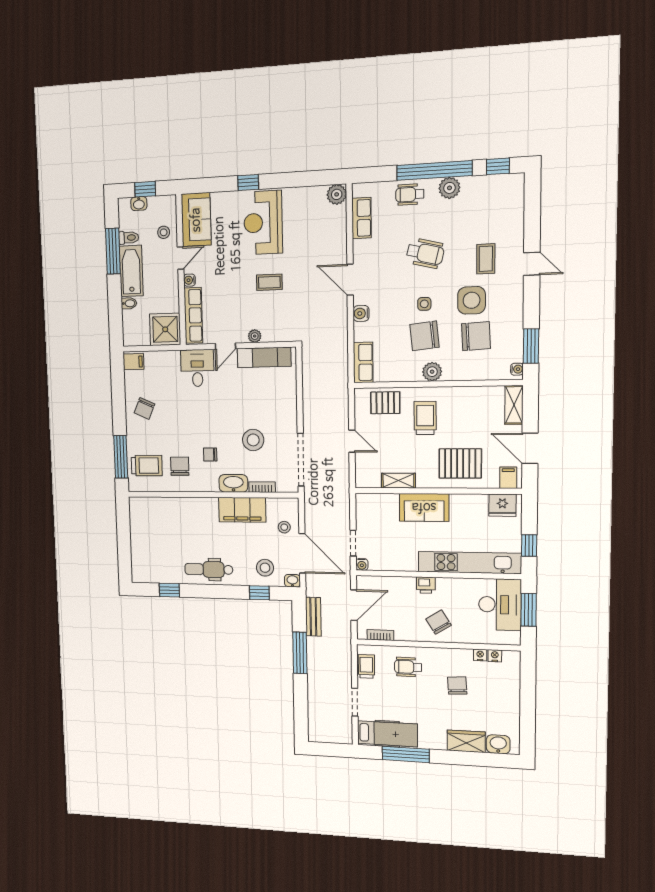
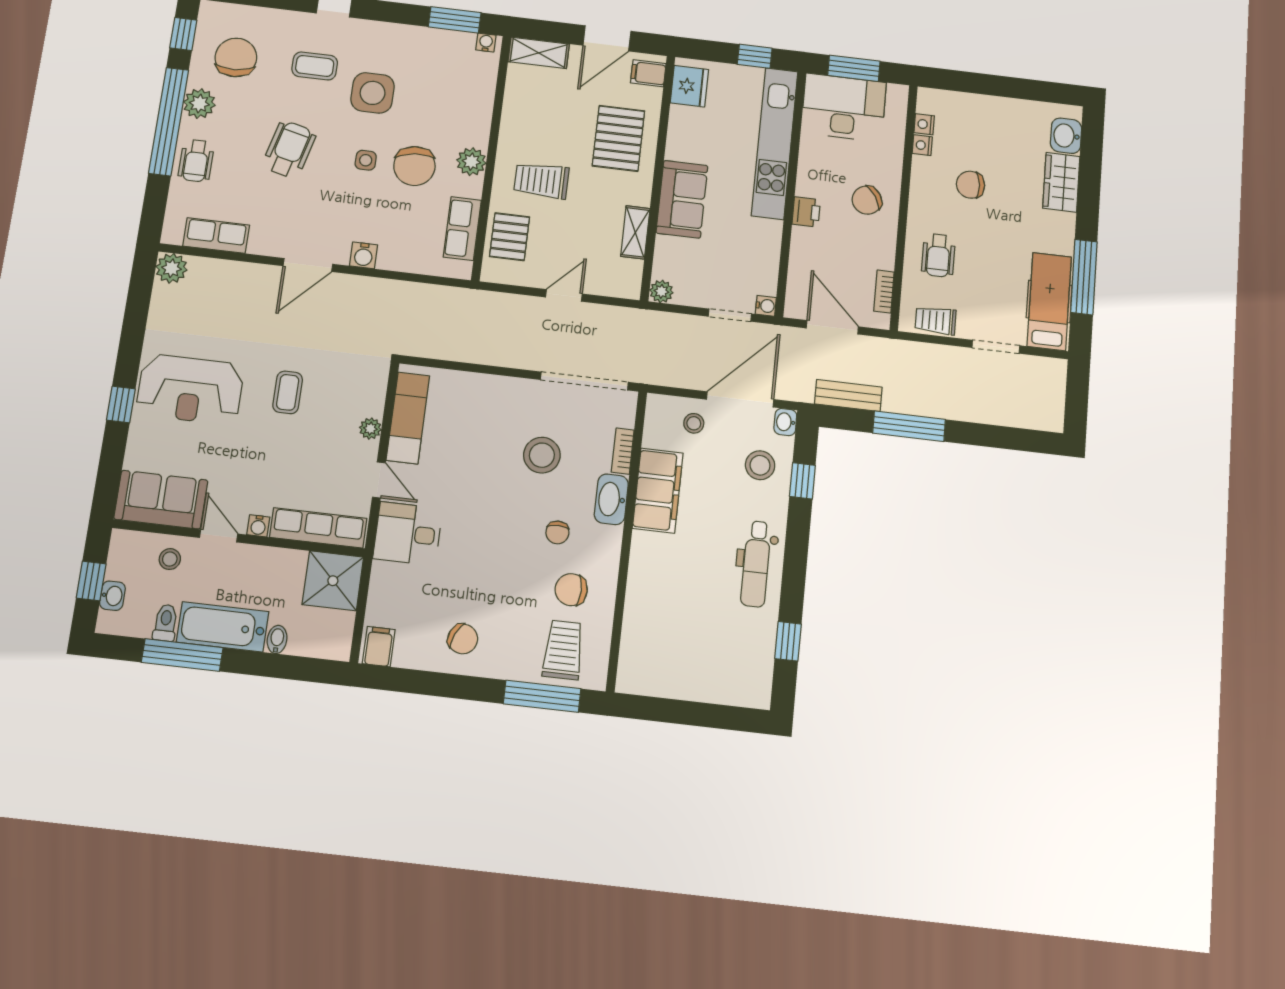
chair: (476, 336) -> (236, 57), moved
row of seats: (363, 362) -> (462, 229), moved, turned -90
plant: (362, 500) -> (661, 291), added

